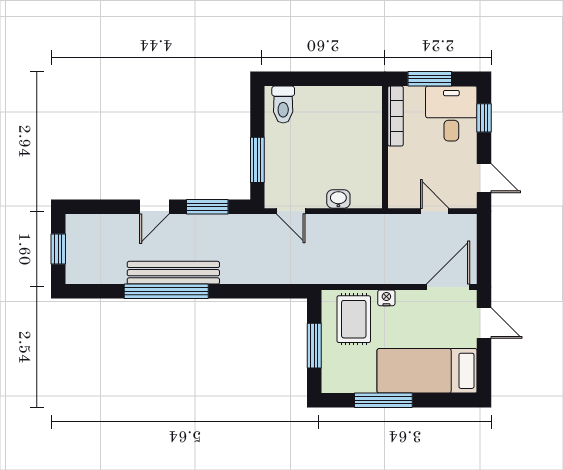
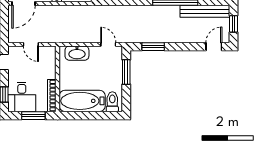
bathtub: (339, 106) -> (82, 101), added
washbasin: (338, 199) -> (77, 53), width x1.91, depth x1.45
door: (154, 207) -> (214, 47), moved
bench: (173, 273) -> (205, 11), moved

